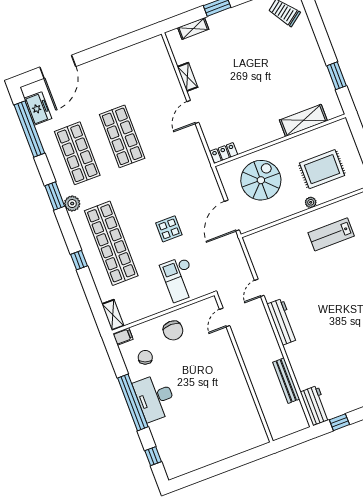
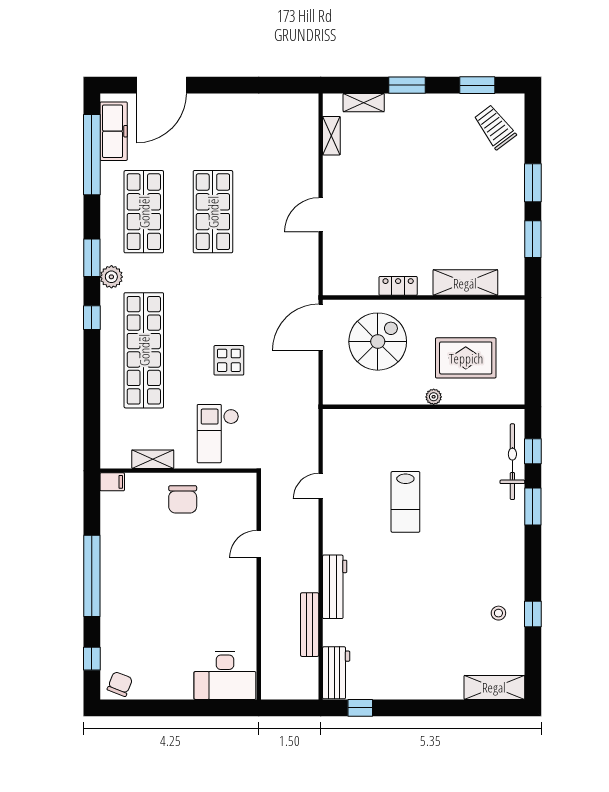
window: (323, 39) -> (533, 183), added
shelving: (188, 77) -> (331, 136), moved
freezer: (38, 108) -> (114, 131), width x1.40
locker: (224, 153) -> (398, 286), moved
door: (232, 216) -> (321, 327), moved
lab bench: (331, 234) -> (405, 502), moved, turned -90
window: (79, 260) -> (92, 318), moved
shelving: (113, 315) -> (153, 459), moved, turned 90
door: (225, 318) -> (259, 544), moved
workbench: (282, 322) -> (335, 587), moved
chair: (145, 357) -> (120, 684), moved
desk: (155, 398) -> (225, 675), moved, turned -90

